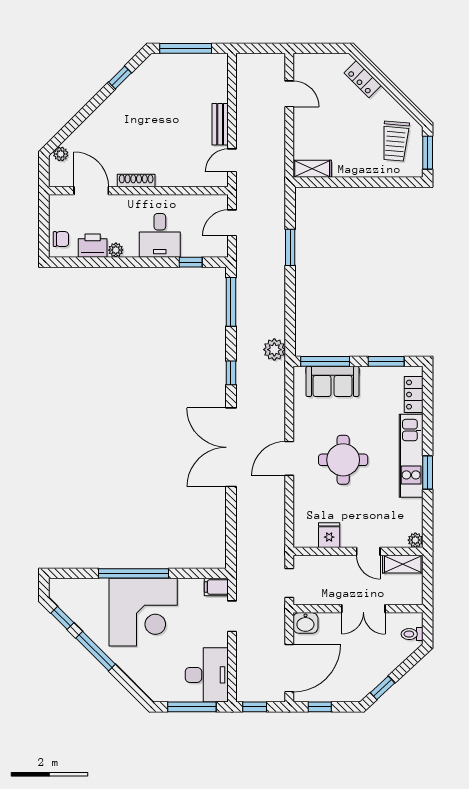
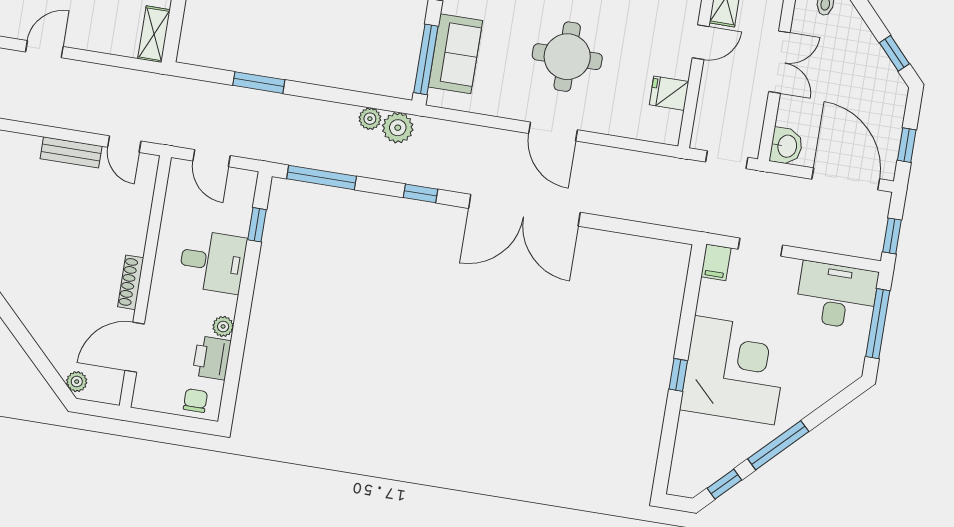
plant: (277, 329) -> (370, 119), added
window: (133, 573) -> (678, 375), width x0.32

